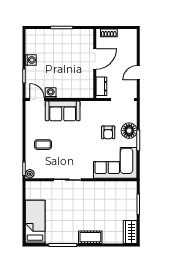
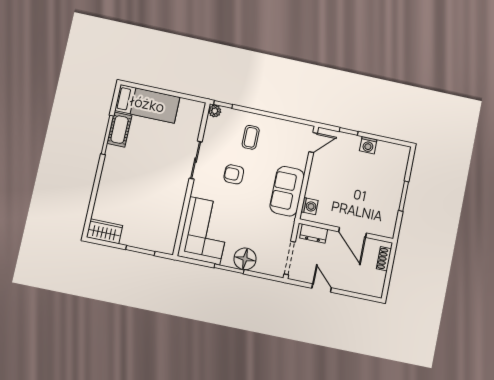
washing machine: (51, 93) -> (310, 206), moved
sofa: (63, 111) -> (287, 191), moved
armchair: (108, 132) -> (234, 174), moved
cot: (90, 237) -> (120, 130), moved

